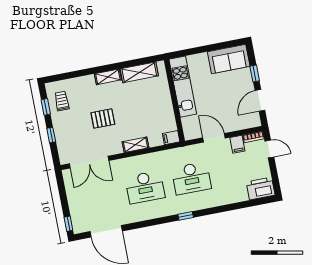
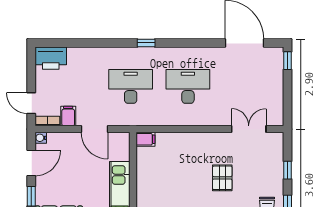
pallet: (103, 118) -> (222, 178), turned 90
water cooler: (256, 122) -> (41, 138), added
shelving: (136, 145) -> (189, 139), removed
double door: (89, 162) -> (249, 129), width x0.73

